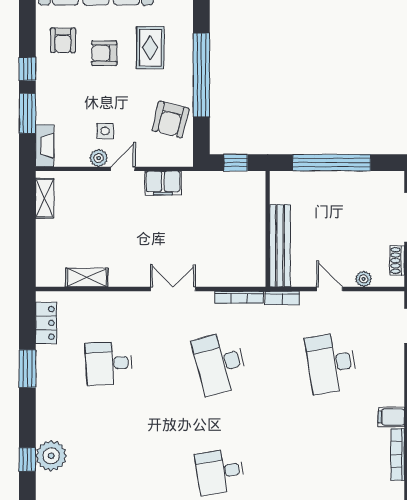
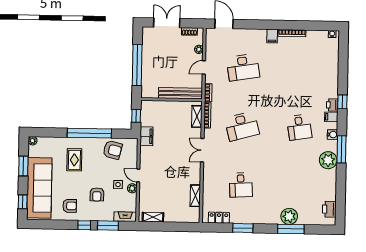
rug: (150, 48) -> (74, 160), turned 90
armchair: (104, 53) -> (97, 194), moved
filing cabinet: (163, 183) -> (146, 136), moved
shelving: (237, 277) -> (197, 116), added
window: (27, 459) -> (291, 229), width x2.17

